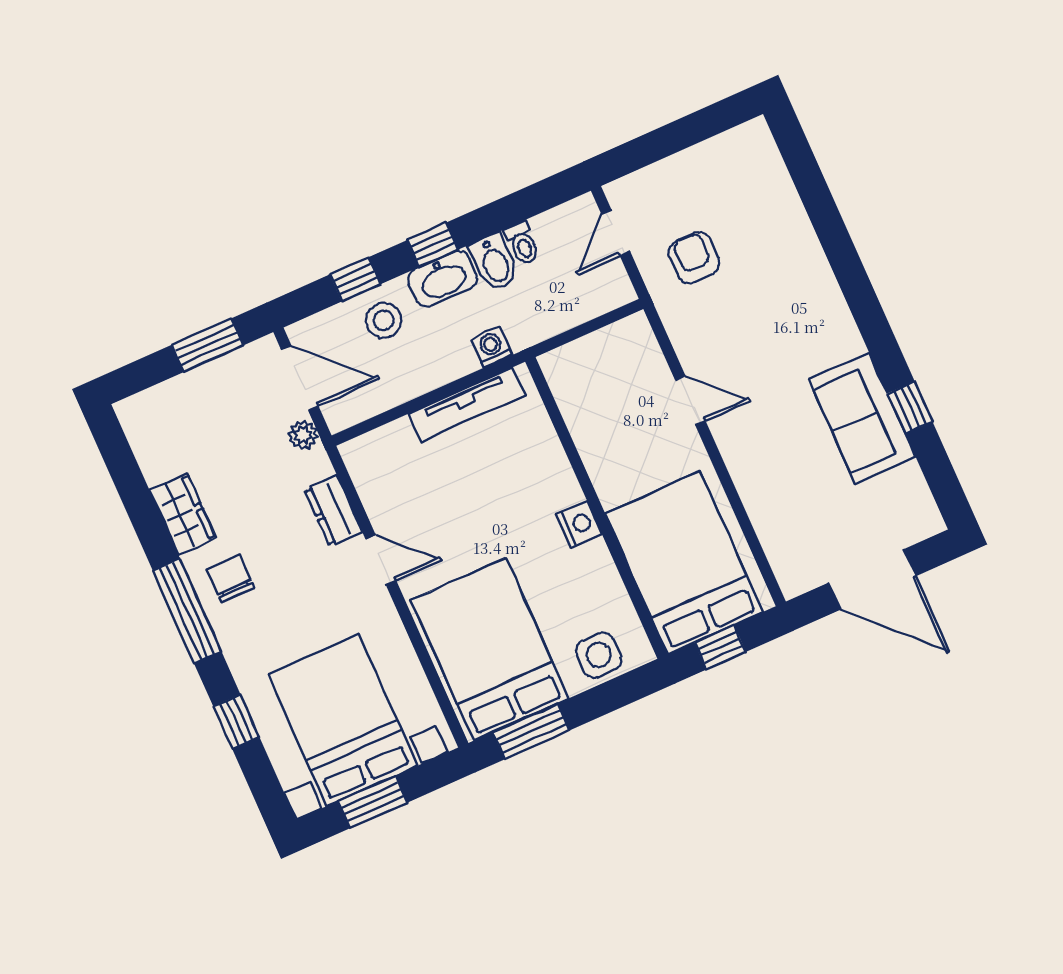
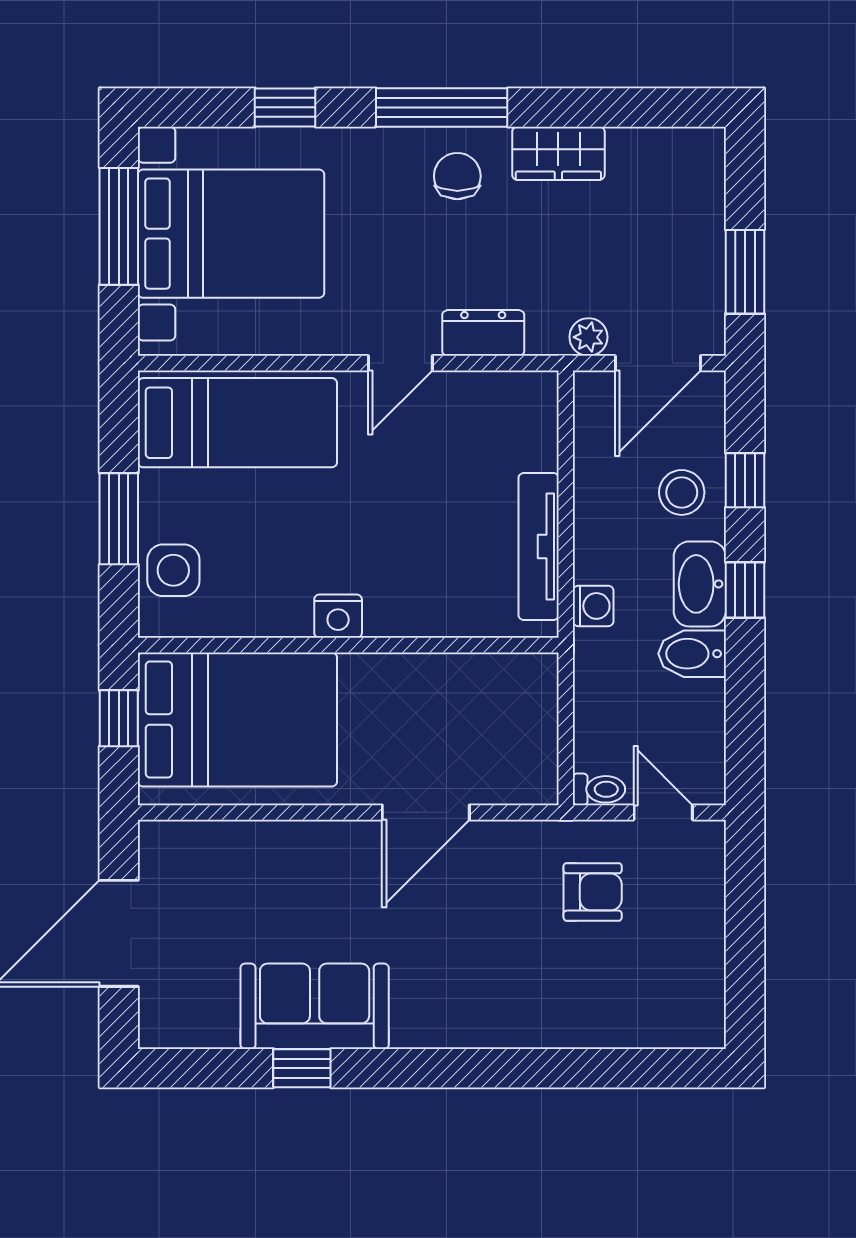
toilet: (522, 243) -> (599, 789), moved, turned 180
door: (690, 400) -> (426, 812), width x1.38
chair: (231, 578) -> (457, 176), turned -90
bed: (490, 649) -> (237, 423), width x0.67
window: (531, 731) -> (119, 519), moved
window: (373, 802) -> (119, 226), width x1.44

